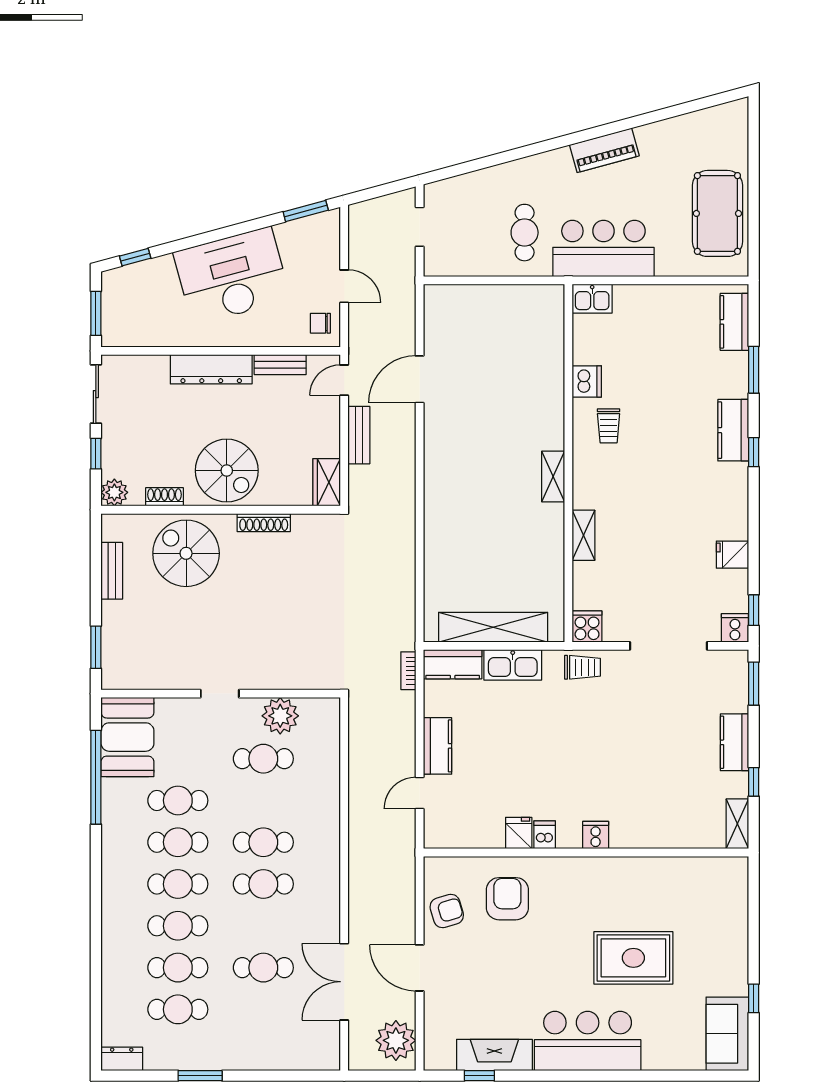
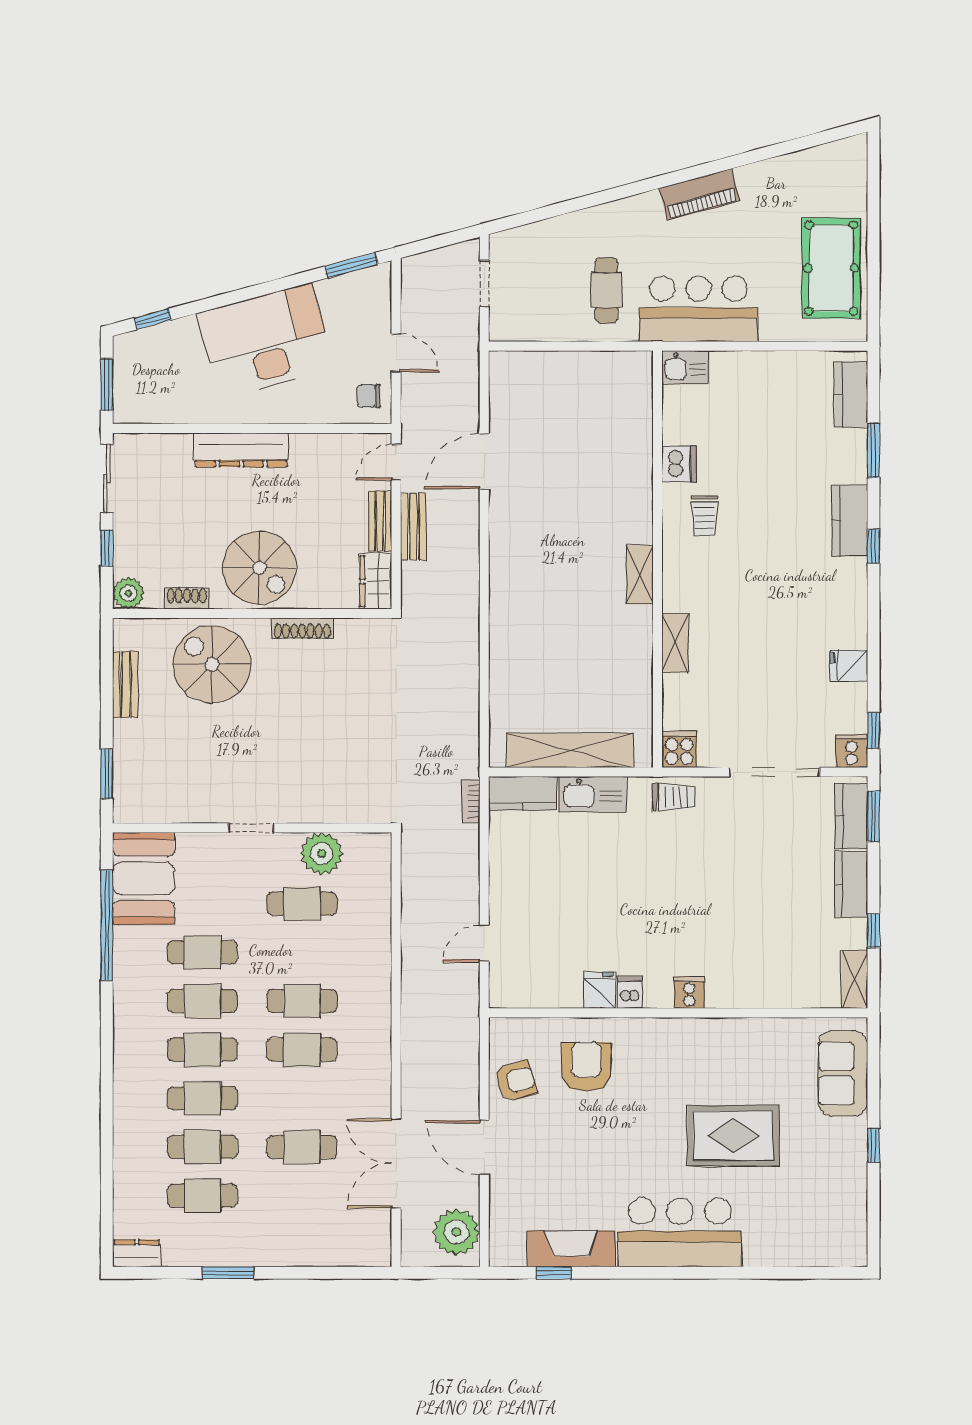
bench: (280, 365) -> (380, 521), moved, turned 90
kitchen counter: (438, 746) -> (851, 816), moved, turned 180
window: (754, 998) -> (873, 1145), moved
sofa: (727, 1034) -> (843, 1073), moved

